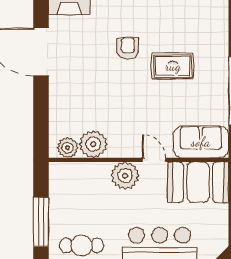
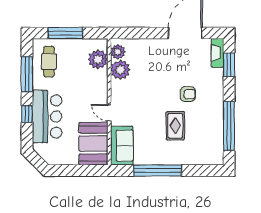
door: (154, 160) -> (109, 113), swing flipped
plant: (125, 176) -> (98, 59), moved

